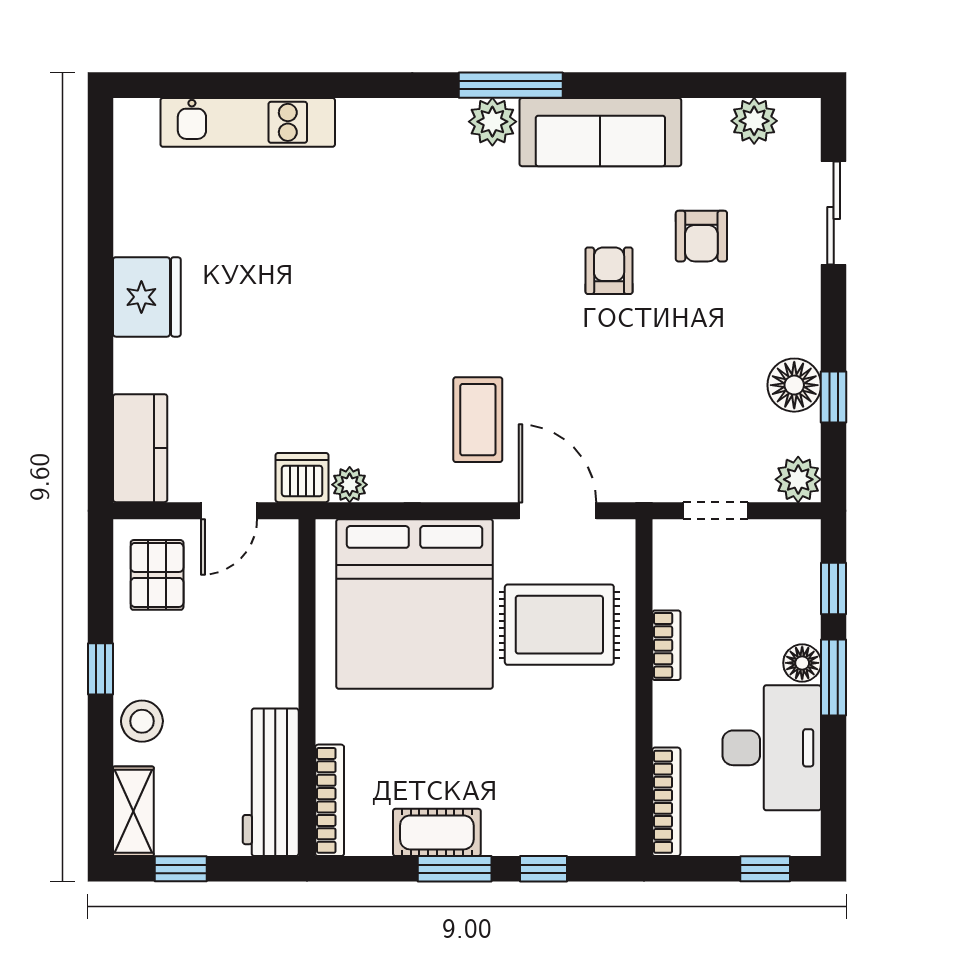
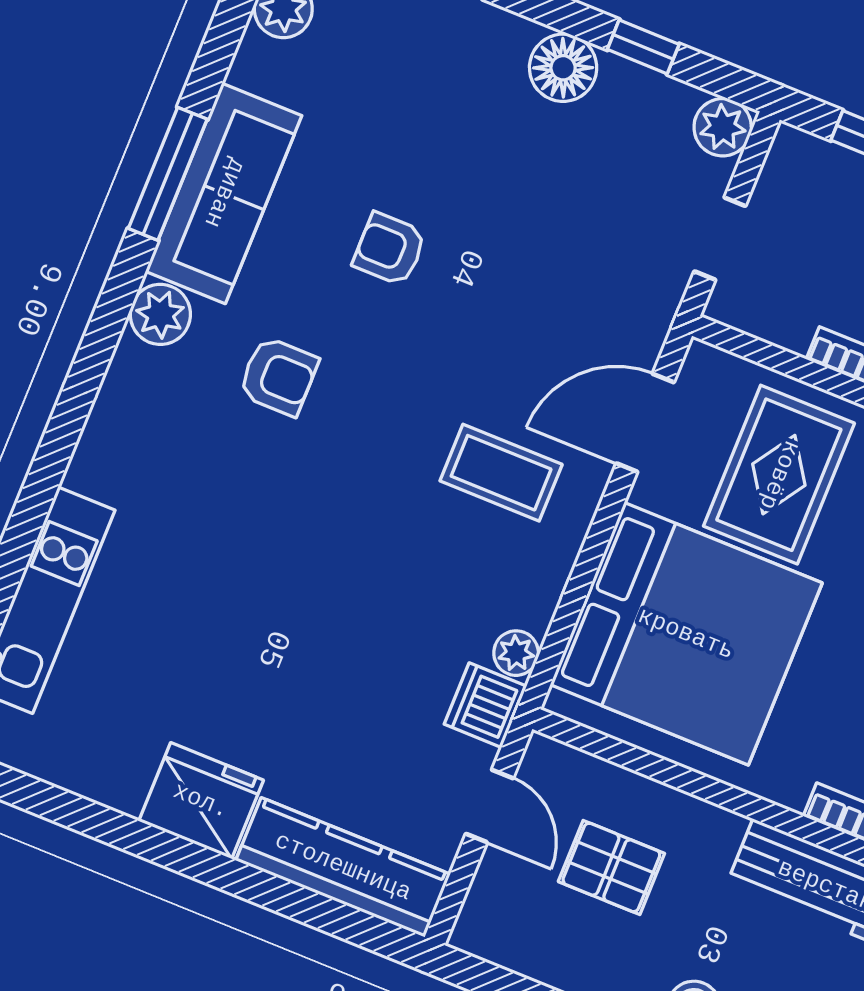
window: (511, 85) -> (168, 174), moved
armchair: (701, 236) -> (278, 376), moved
floor lamp: (794, 385) -> (563, 68), moved
kitchen counter: (140, 448) -> (343, 867), width x1.50
pallet: (157, 575) -> (611, 867), moved

